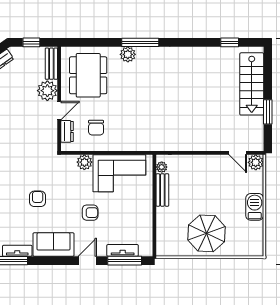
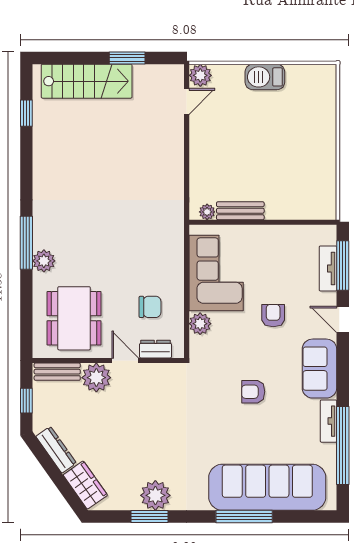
dining table: (88, 75) -> (74, 318), turned 90
parasol: (207, 233) -> (303, 147), removed

